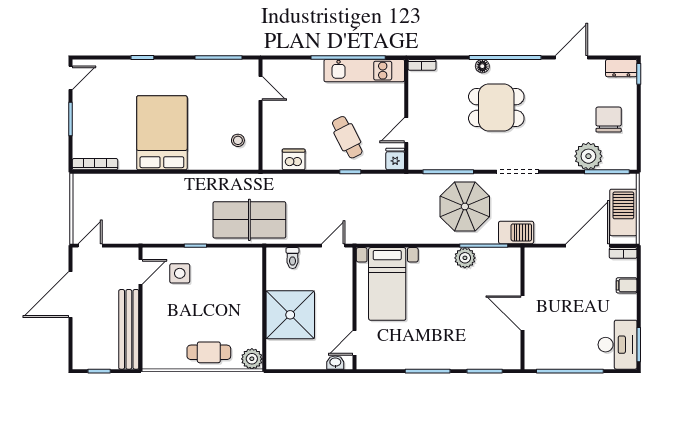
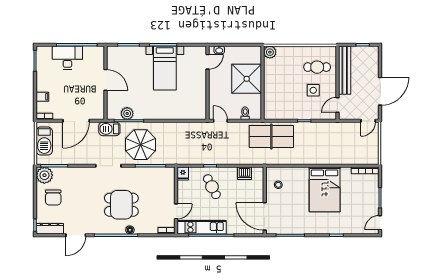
dresser: (621, 68) -> (50, 229), width x1.44
door: (260, 88) -> (265, 216), width x1.88
door: (406, 130) -> (176, 211), moved
plant: (588, 156) -> (44, 175), moved
door: (333, 246) -> (220, 121), swing flipped
door: (588, 246) -> (76, 121), moved
plant: (465, 258) -> (127, 113), moved
side table: (180, 273) -> (313, 90), moved
bed with nightstands: (387, 284) -> (165, 68), moved, turned 180
desk: (618, 345) -> (67, 58), moved, turned 90
cafe table: (209, 352) -> (317, 67), moved

